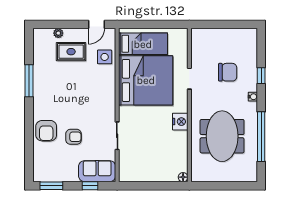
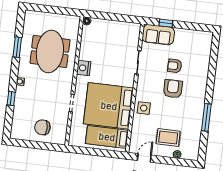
side table: (105, 57) -> (144, 108), moved
chair: (228, 72) -> (42, 127), moved
armchair: (46, 131) -> (173, 89), moved
window: (261, 137) -> (17, 47), width x0.47
window: (51, 186) -> (198, 27), removed

